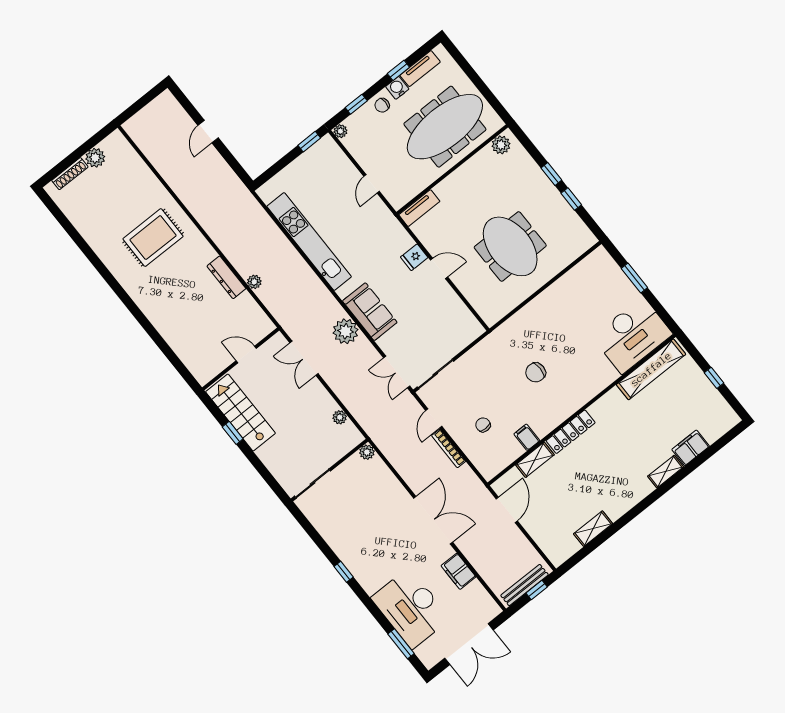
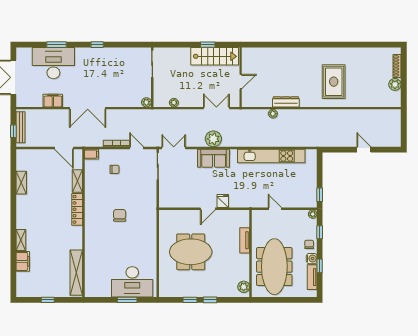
tv unit: (419, 208) -> (245, 240), moved
desk: (632, 335) -> (132, 282), moved, turned -90
filing cabinet: (527, 437) -> (91, 154), moved
window: (401, 644) -> (57, 45), moved

